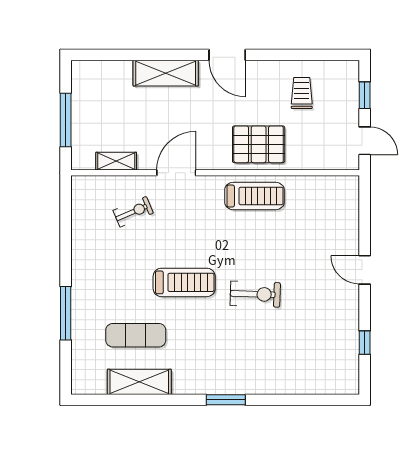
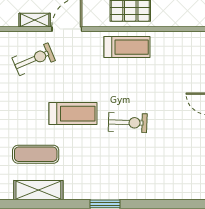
shelving: (116, 161) -> (35, 20), moved
exercise bike: (133, 212) -> (34, 59), width x1.38, depth x1.39

